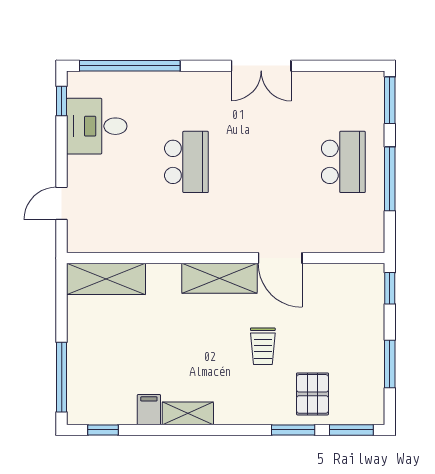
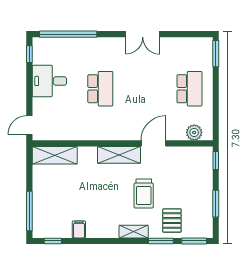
desk: (97, 126) -> (49, 81), moved
window: (390, 179) -> (216, 98), removed
door: (62, 203) -> (29, 125), moved
plant: (352, 239) -> (194, 132), added
door: (280, 258) -> (153, 143), swing flipped
trolley: (263, 346) -> (144, 193), width x1.36, depth x1.39
shelving: (188, 413) -> (134, 232), moved

